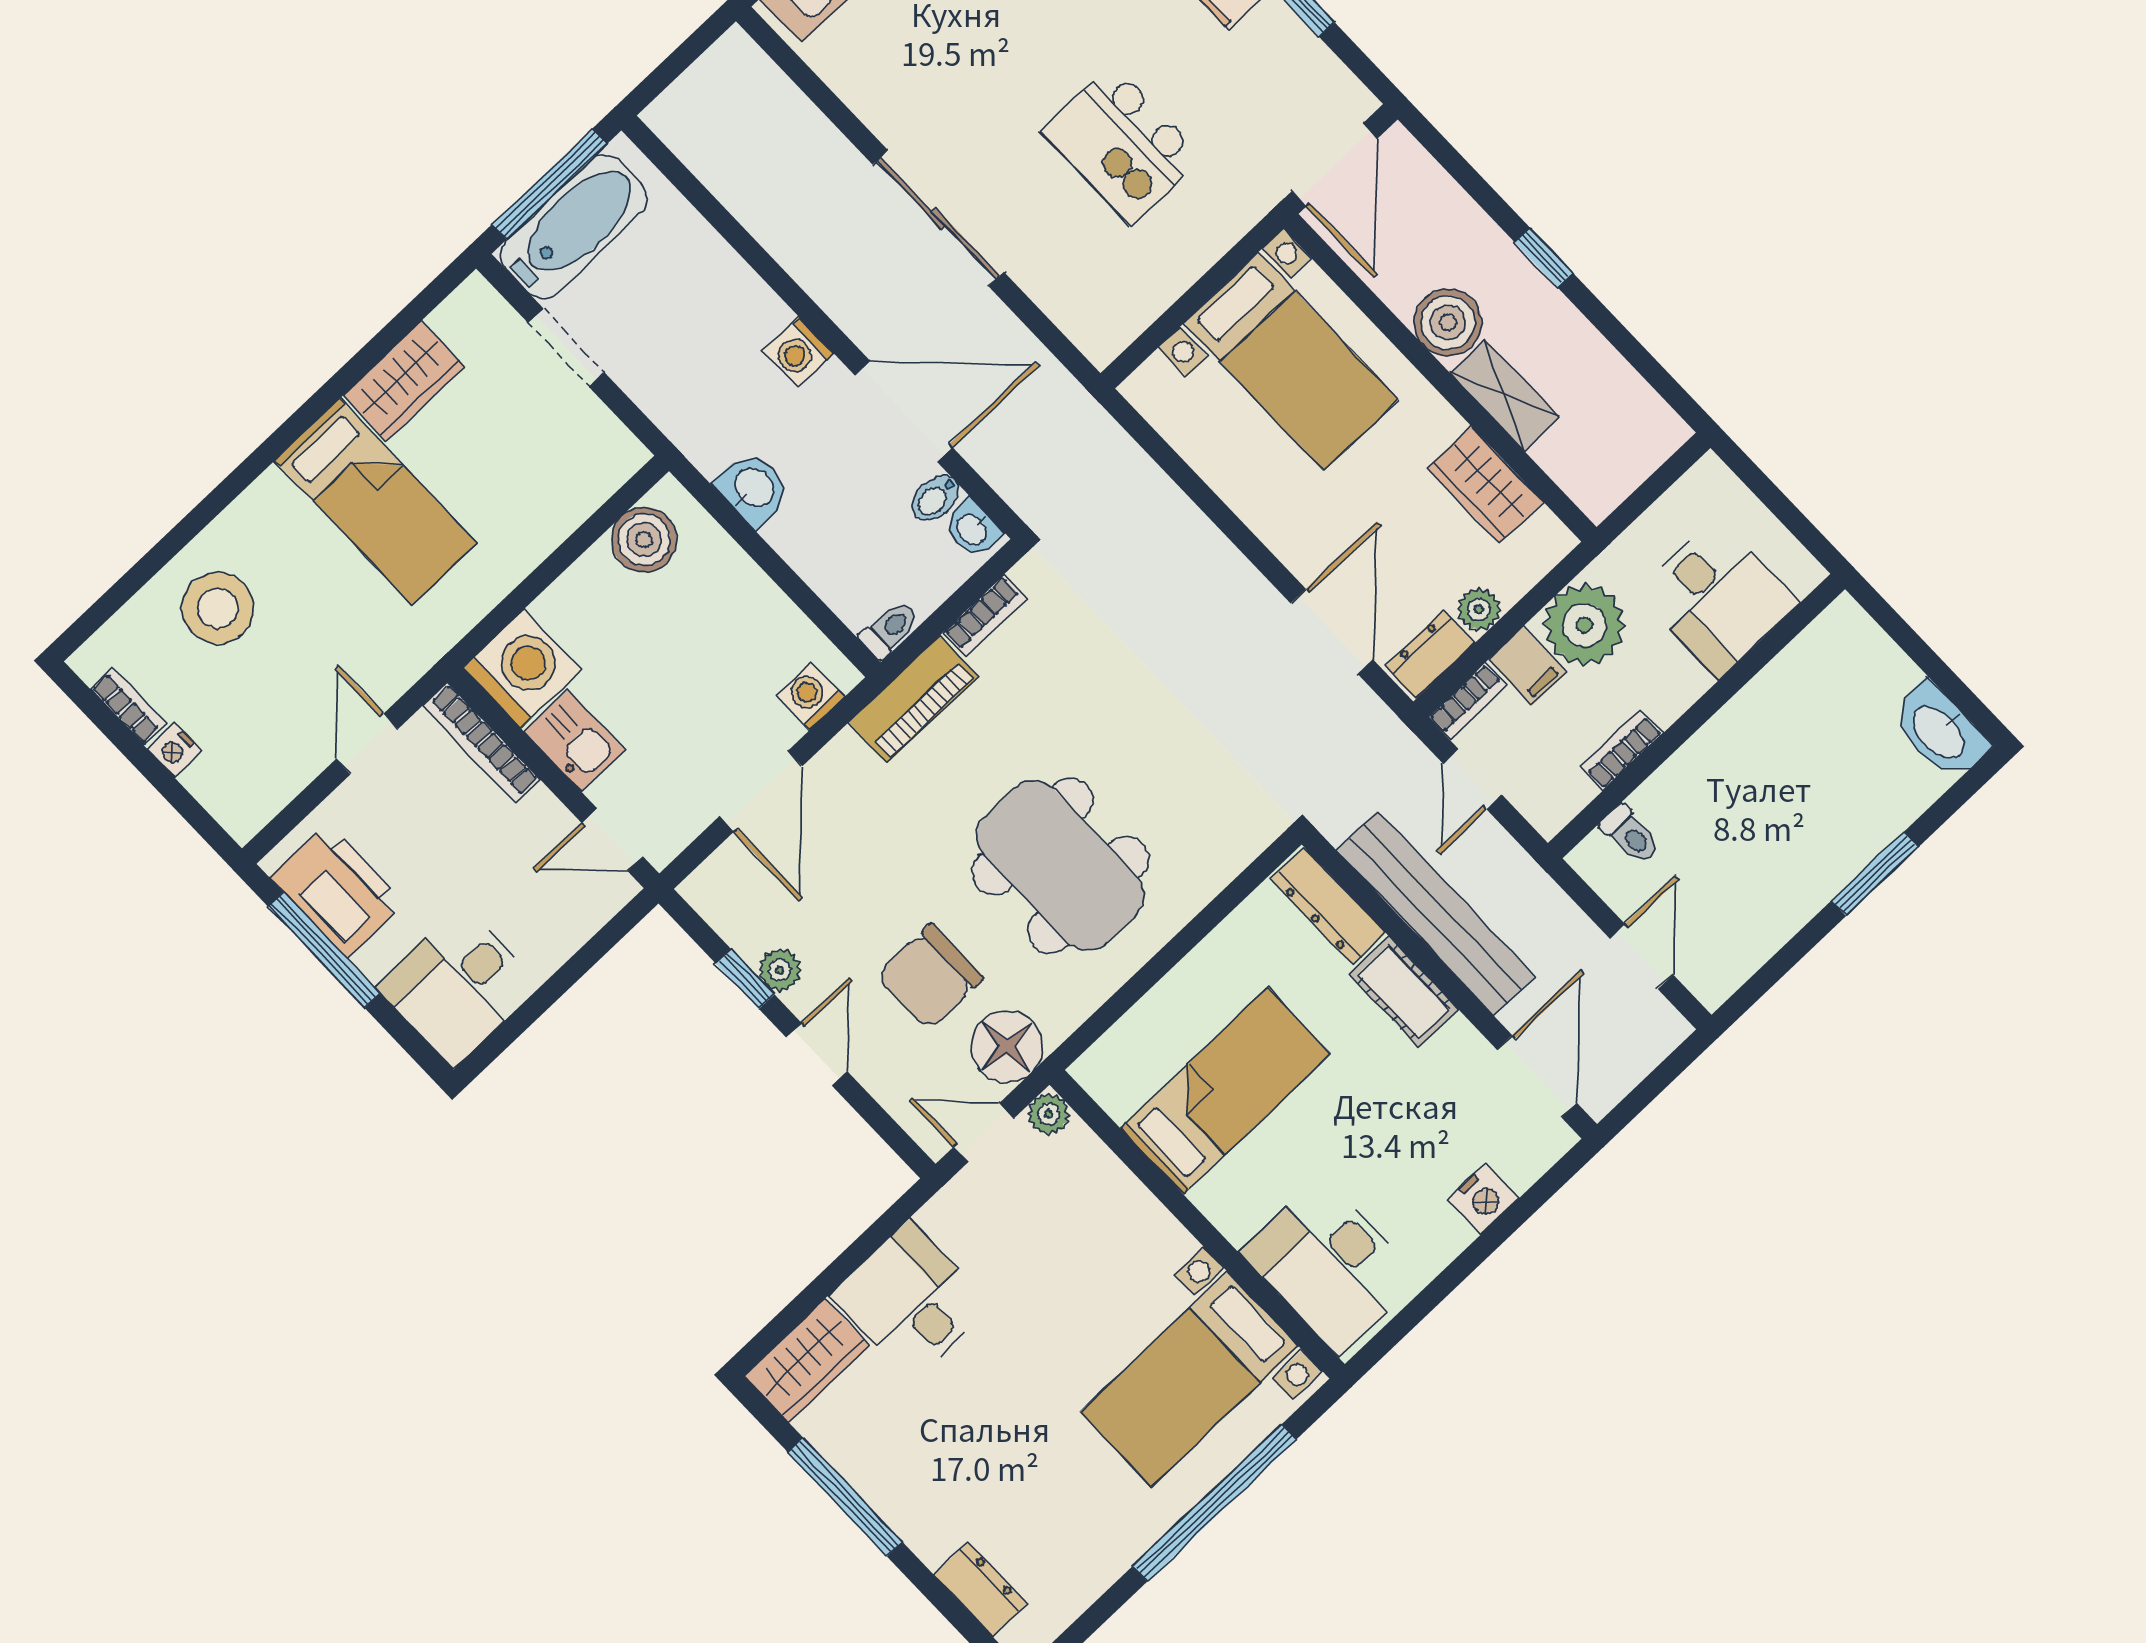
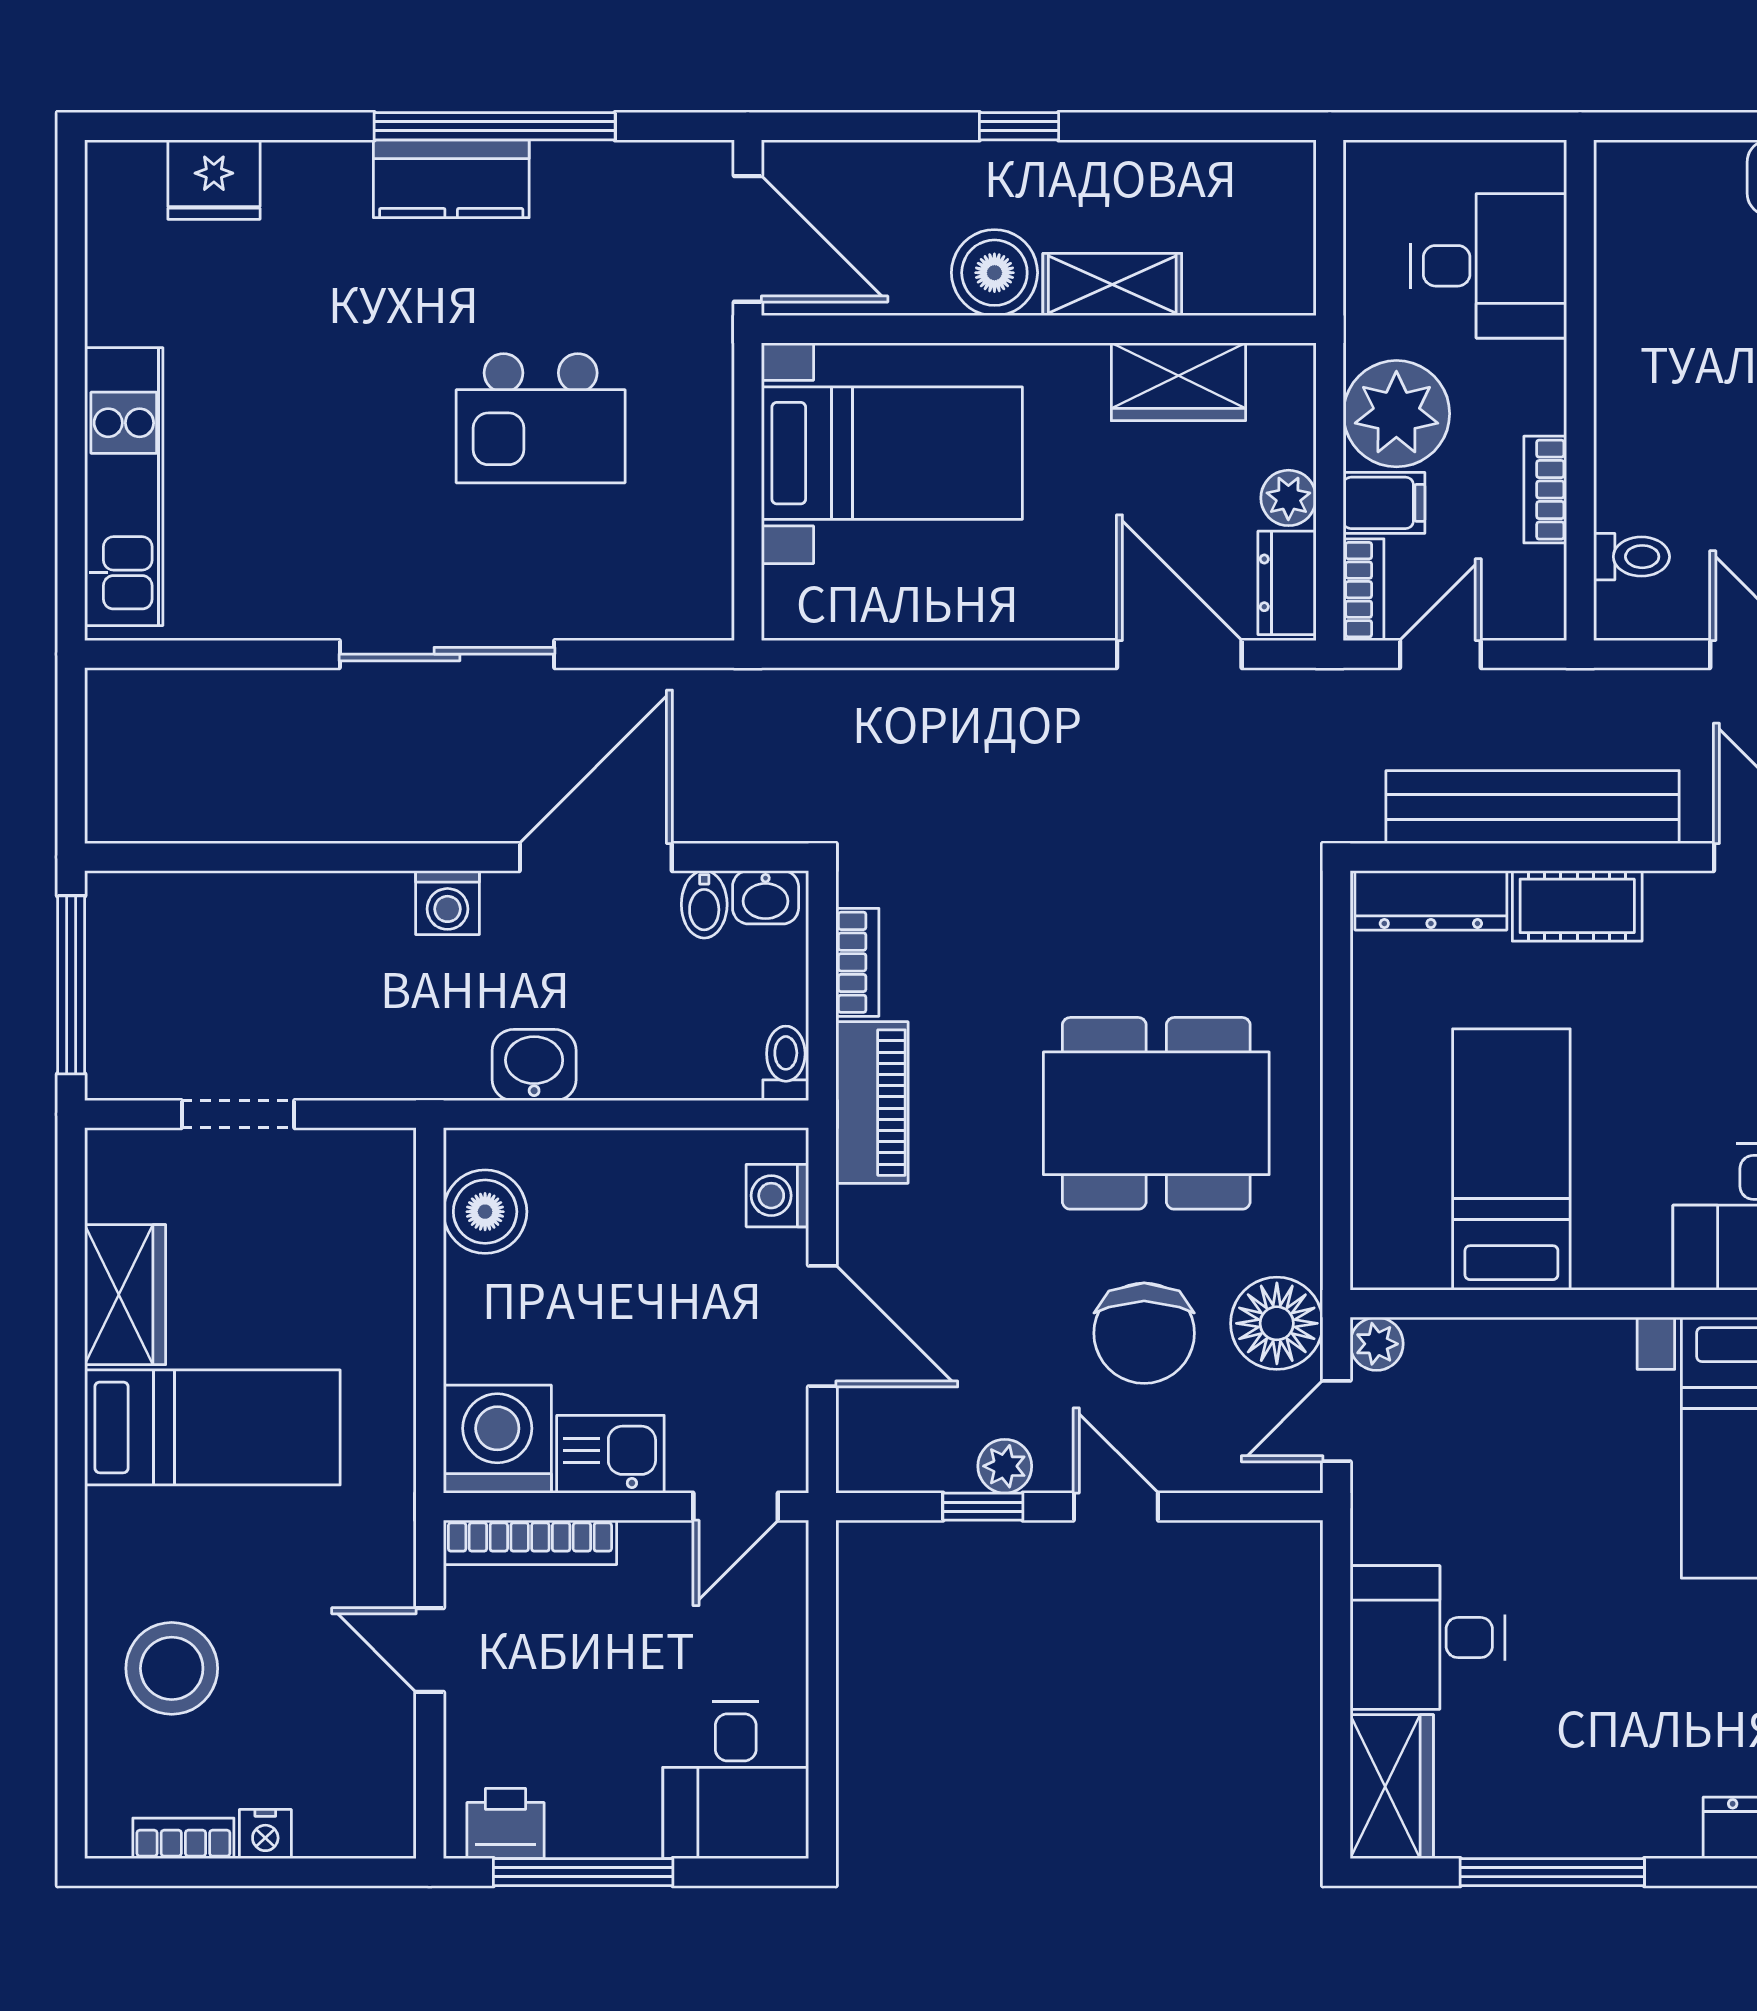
bathtub: (574, 227) -> (132, 1000), removed
door: (1472, 779) -> (1440, 654), swing flipped
printer: (337, 890) -> (506, 1823), width x0.53, depth x0.68

